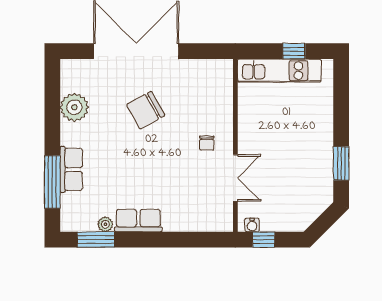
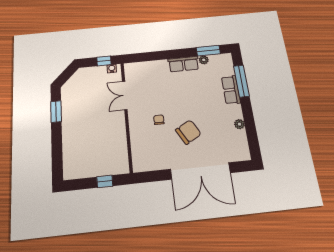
window: (294, 51) -> (105, 181), moved
kitchen unit: (279, 71) -> (100, 168), removed
plant: (74, 107) -> (239, 124), width x0.53, depth x0.53
chair: (207, 143) -> (159, 120), moved

